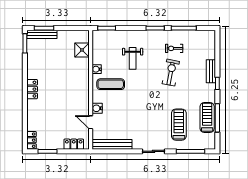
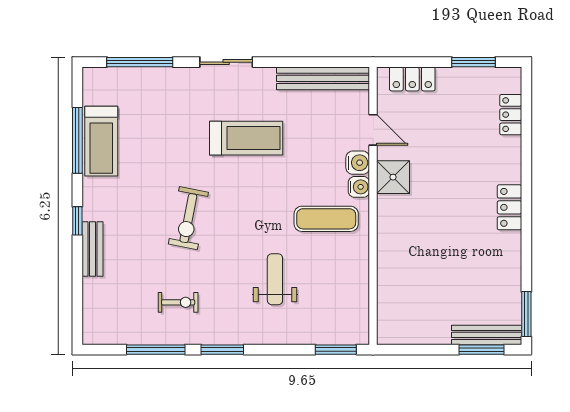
shower: (82, 50) -> (393, 177), moved
water cooler: (97, 69) -> (359, 187), moved
exercise bike: (171, 73) -> (188, 218), moved
treadmill: (179, 125) -> (246, 138), moved, turned -90
locker: (32, 140) -> (511, 115), moved

